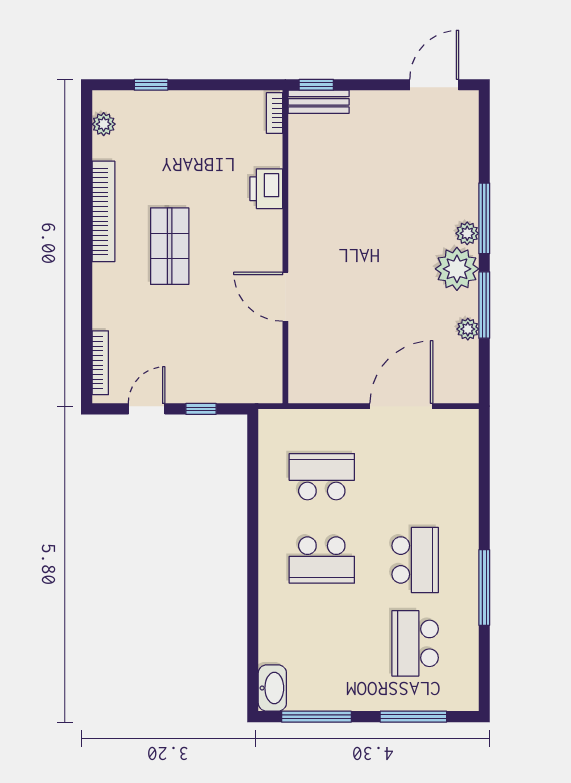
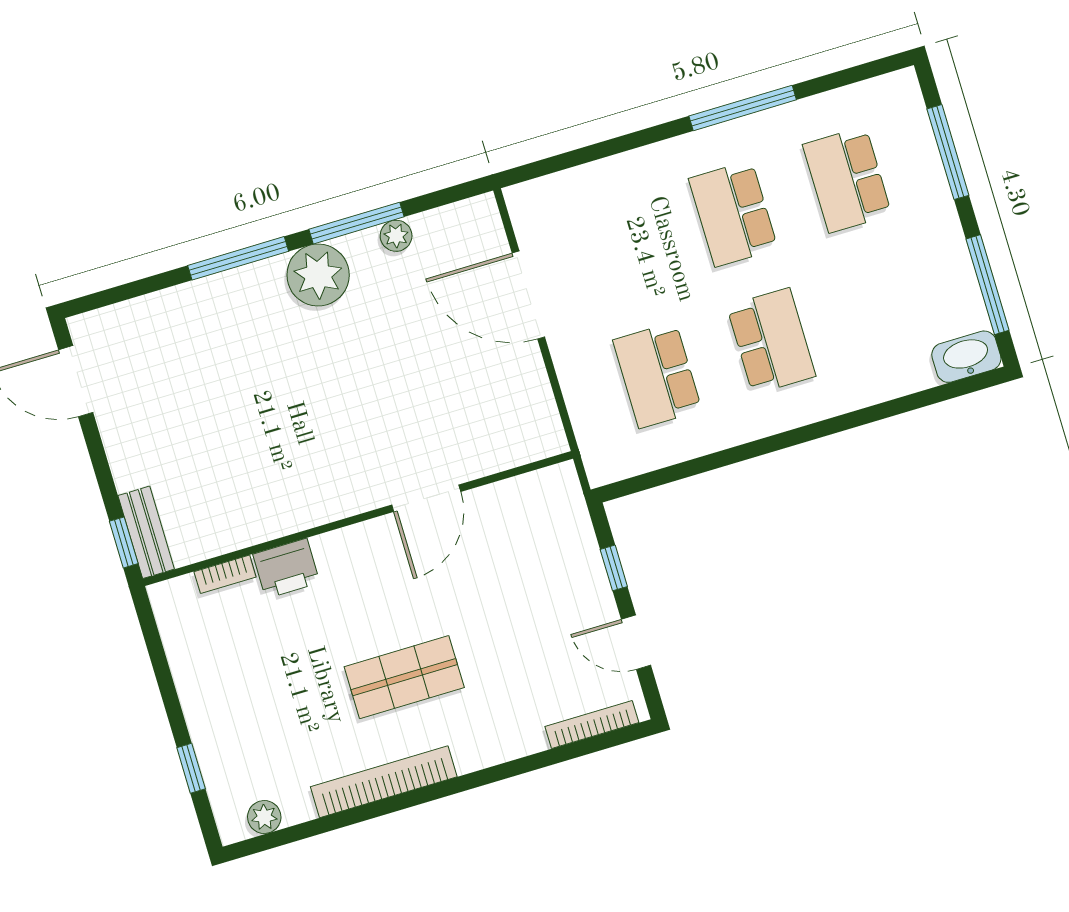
bookcase: (275, 113) -> (225, 574), moved
plant: (467, 233) -> (265, 275), removed
school desk: (415, 560) -> (733, 214), turned -90
school desk: (415, 643) -> (847, 180), turned 90

